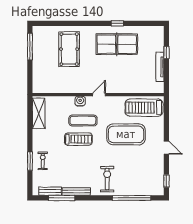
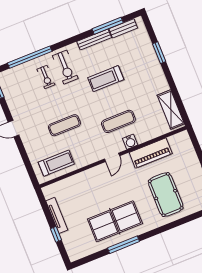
window: (117, 23) -> (124, 245), width x2.17
piano: (68, 86) -> (151, 153), added
treadmill: (144, 108) -> (56, 163), width x0.73, depth x0.73
exercise mat: (126, 134) -> (64, 125), width x0.50, depth x0.69
treadmill: (78, 139) -> (106, 79), moved
exercise bike: (43, 161) -> (46, 77), moved

